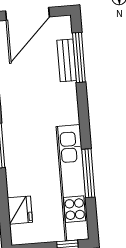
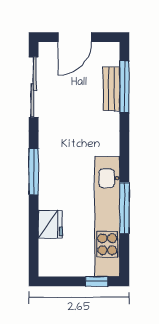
door: (28, 14) -> (75, 37), width x0.73
fridge: (20, 210) -> (50, 224), moved

